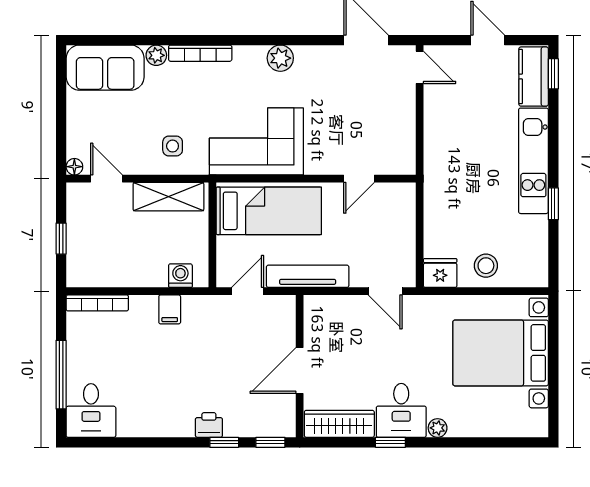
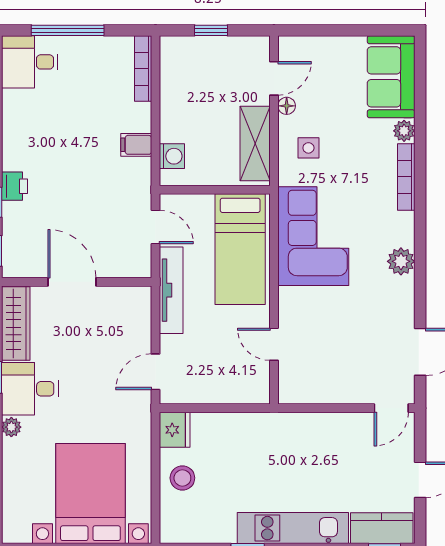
floor lamp: (74, 167) -> (287, 106), moved

